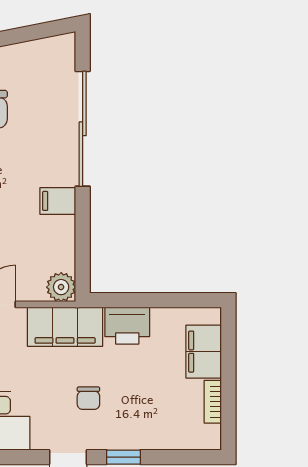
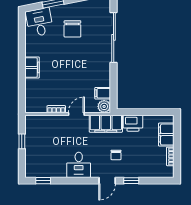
filing cabinet: (58, 201) -> (103, 93), moved

